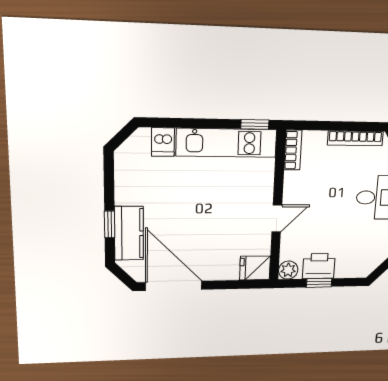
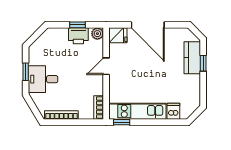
door: (174, 286) -> (148, 25), moved

